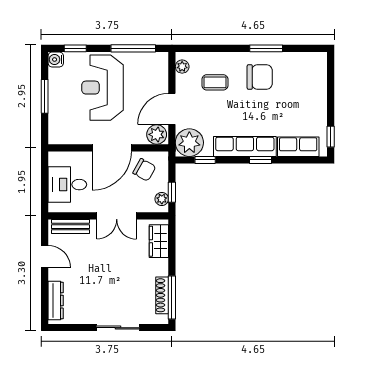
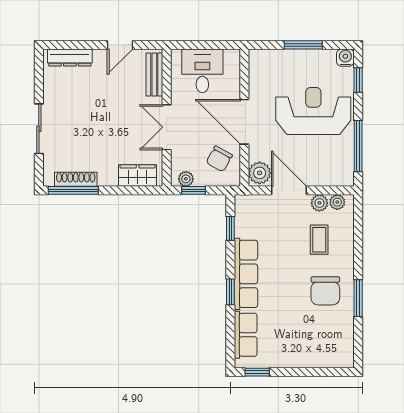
plant: (189, 143) -> (319, 203), moved, width x0.53, depth x0.53

